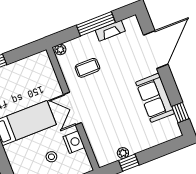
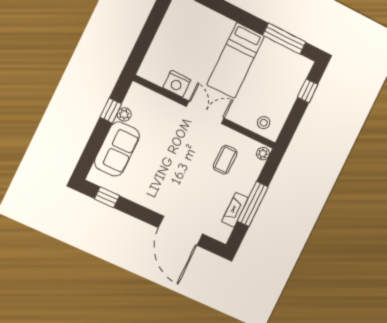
sofa: (155, 98) -> (117, 149), moved, turned 90
stool: (51, 157) -> (264, 123), moved

